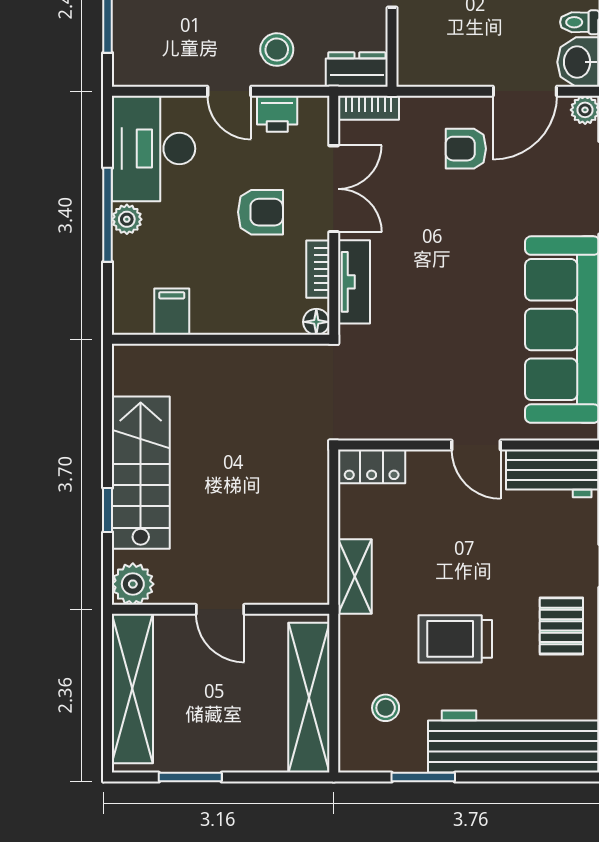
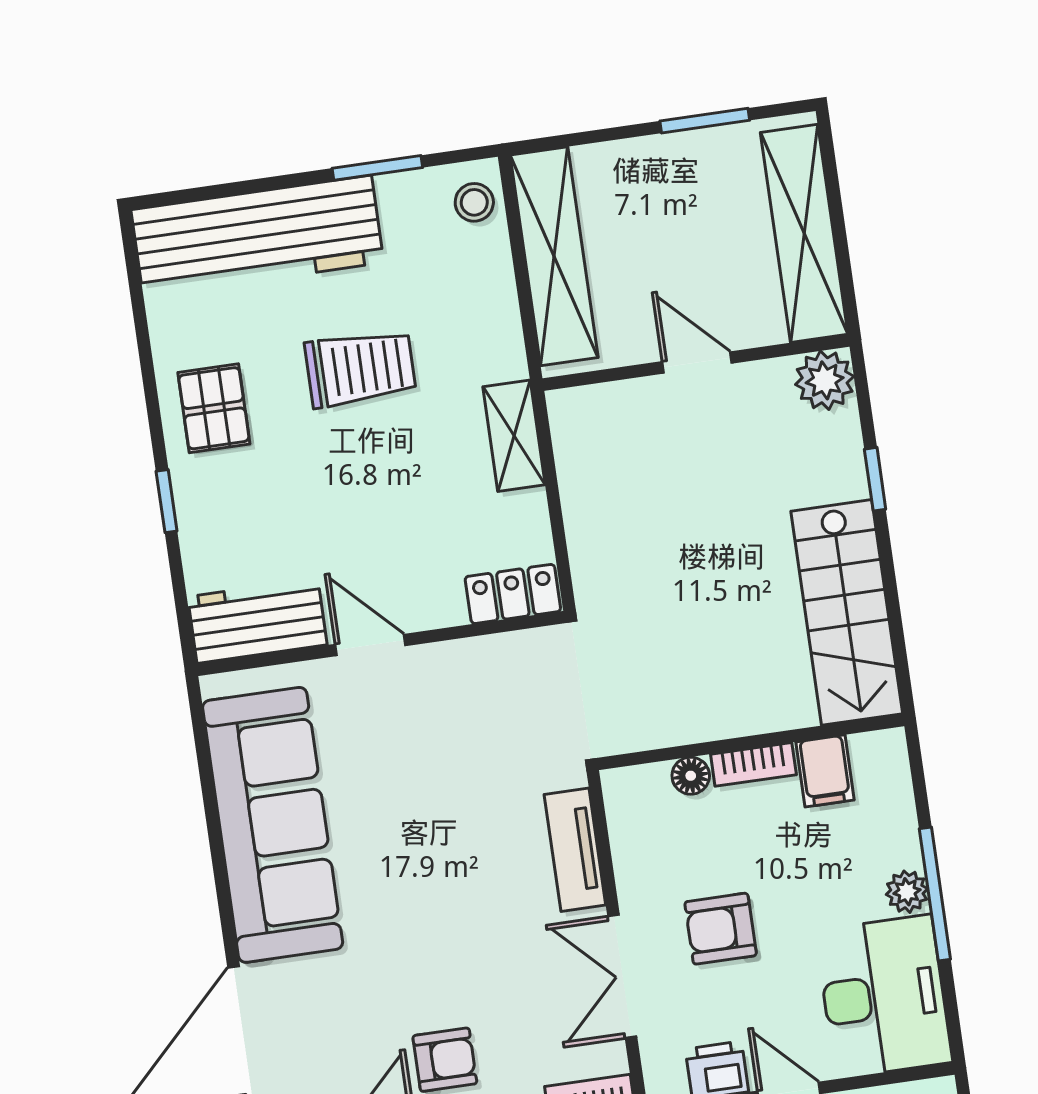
bookcase: (318, 269) -> (753, 764), moved, turned 90
floor lamp: (316, 322) -> (691, 776), moved
stairs: (141, 473) -> (847, 612), moved
stool: (386, 708) -> (474, 202), moved

